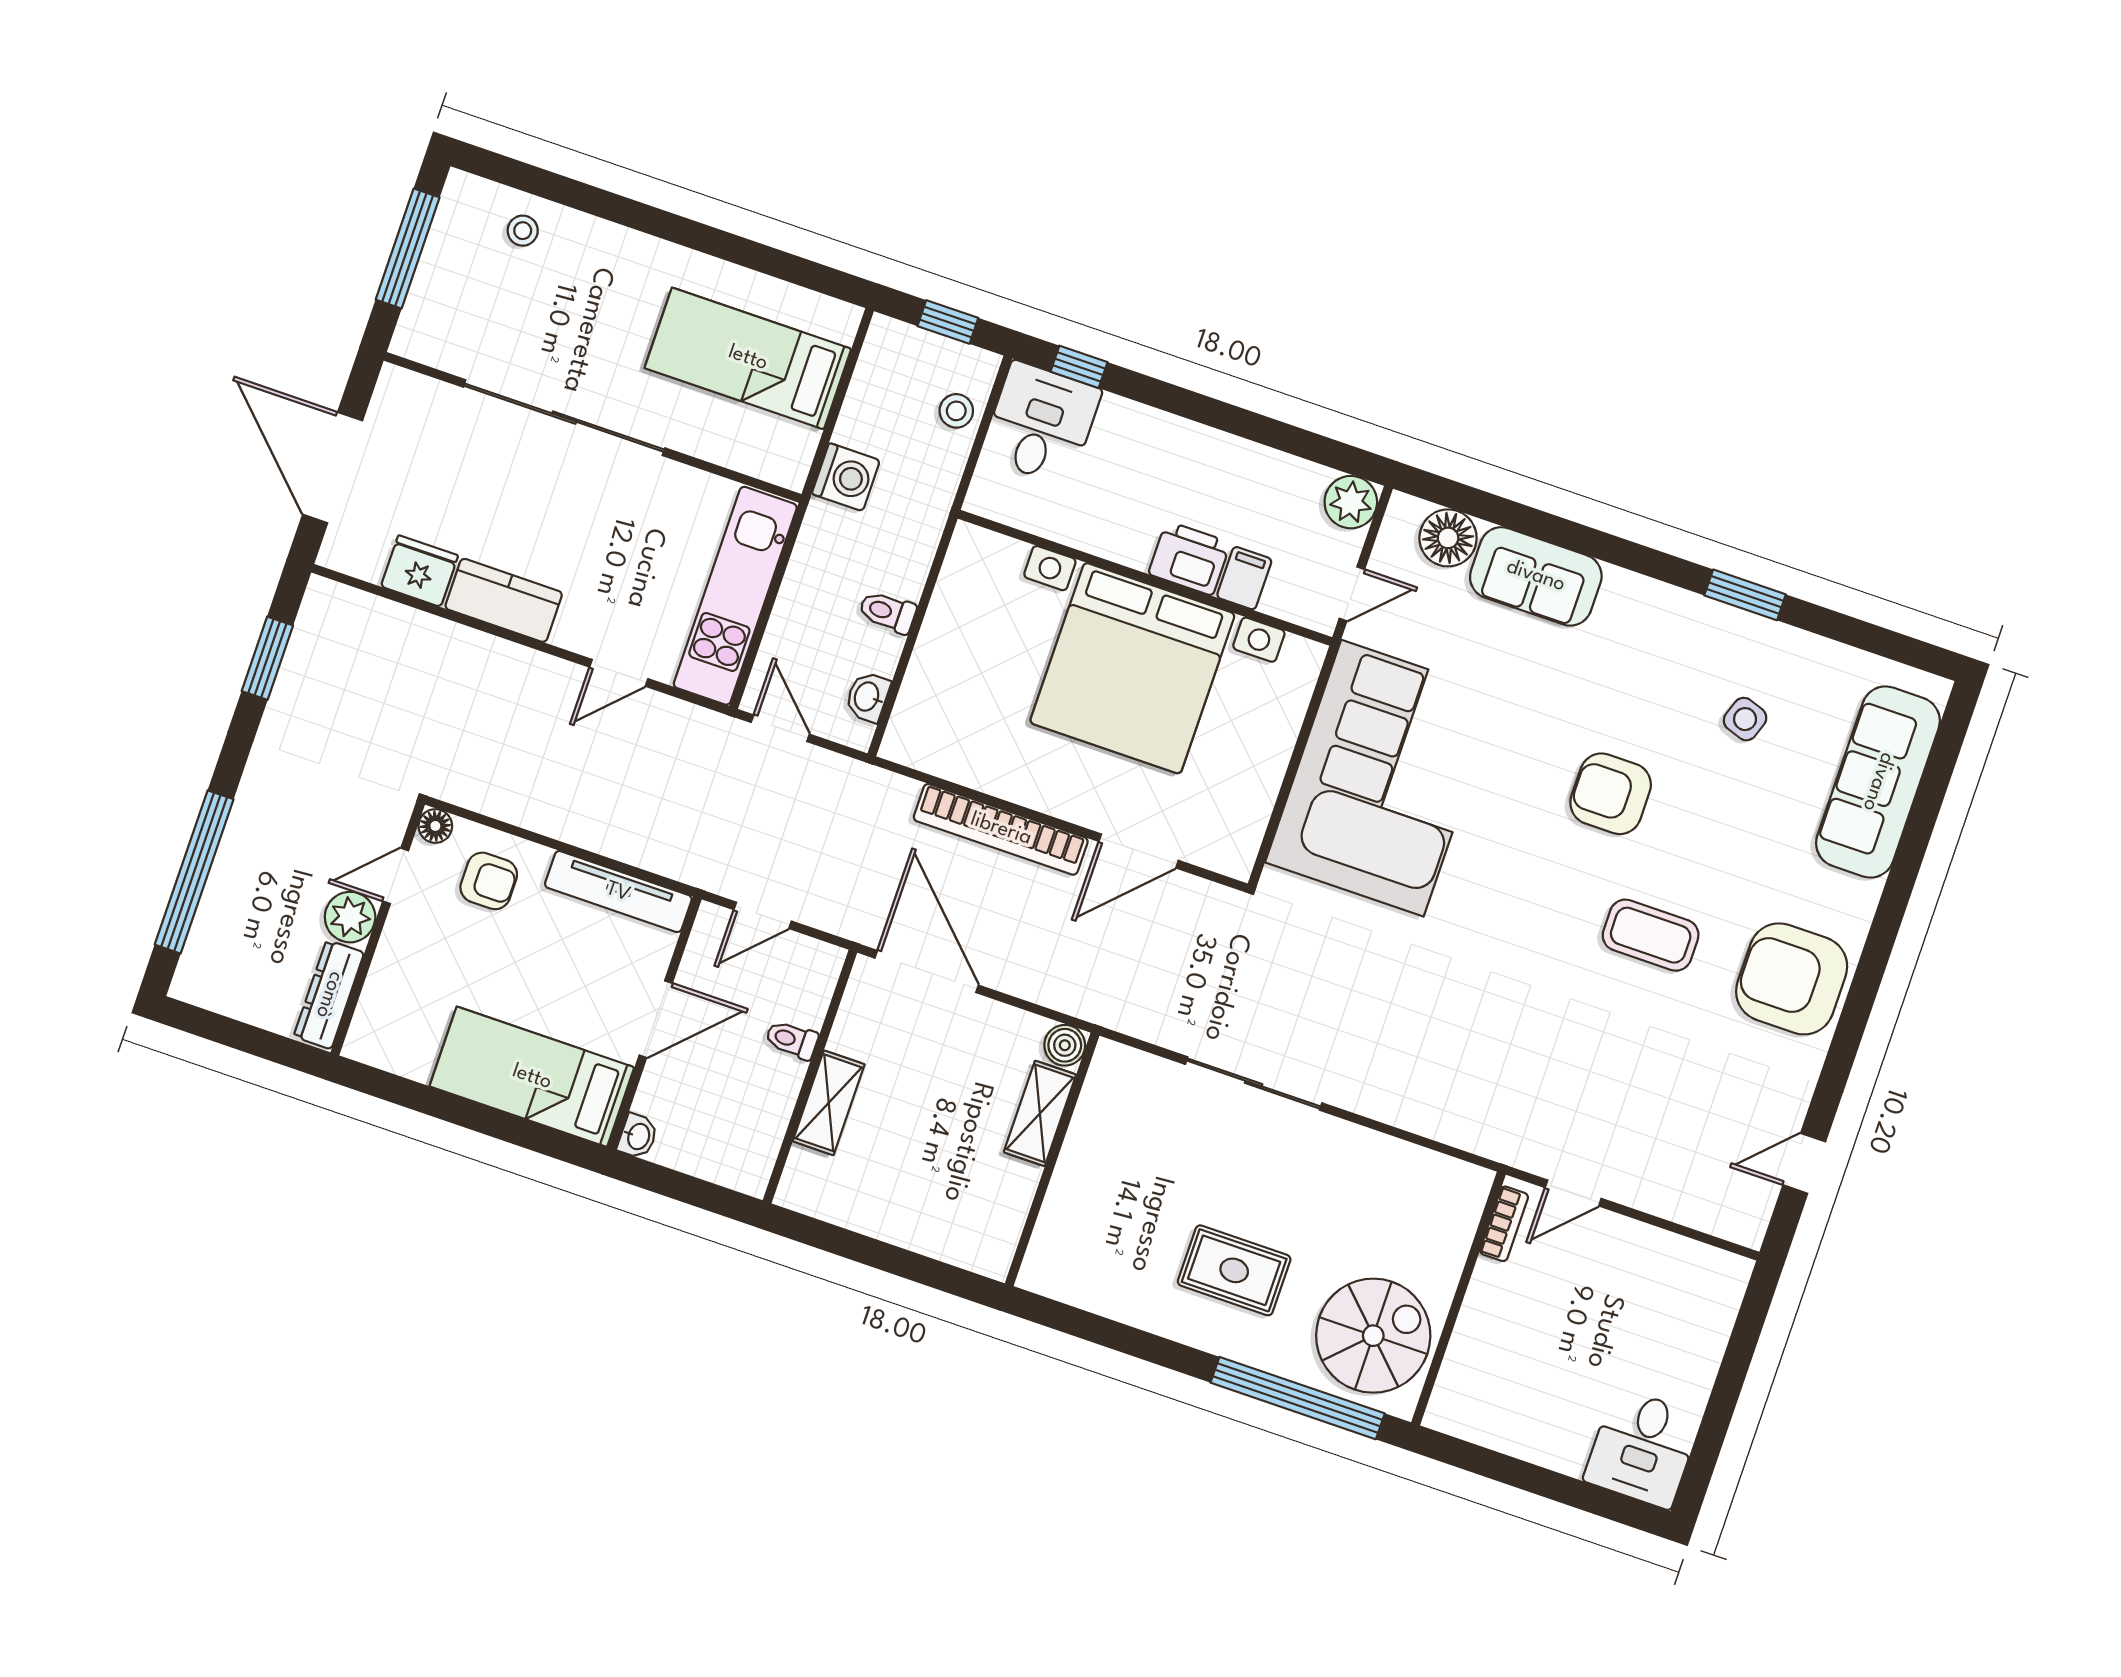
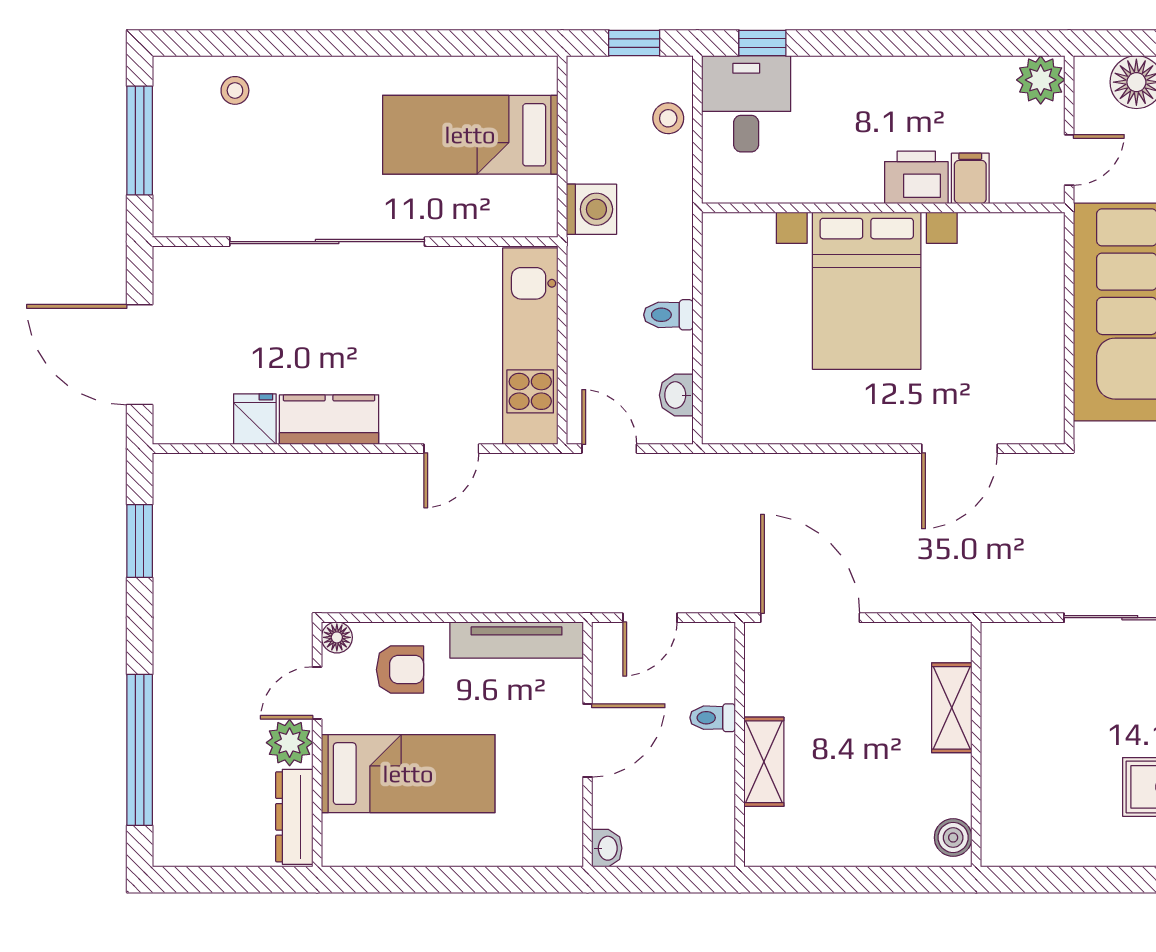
fridge: (420, 571) -> (255, 419), width x0.72
bed with nightstands: (1132, 668) -> (867, 291), width x0.73
bookcase: (1001, 829) -> (832, 471), removed
boiler: (1065, 1045) -> (953, 838), moved
bed: (532, 1077) -> (408, 774), moved, turned 180

